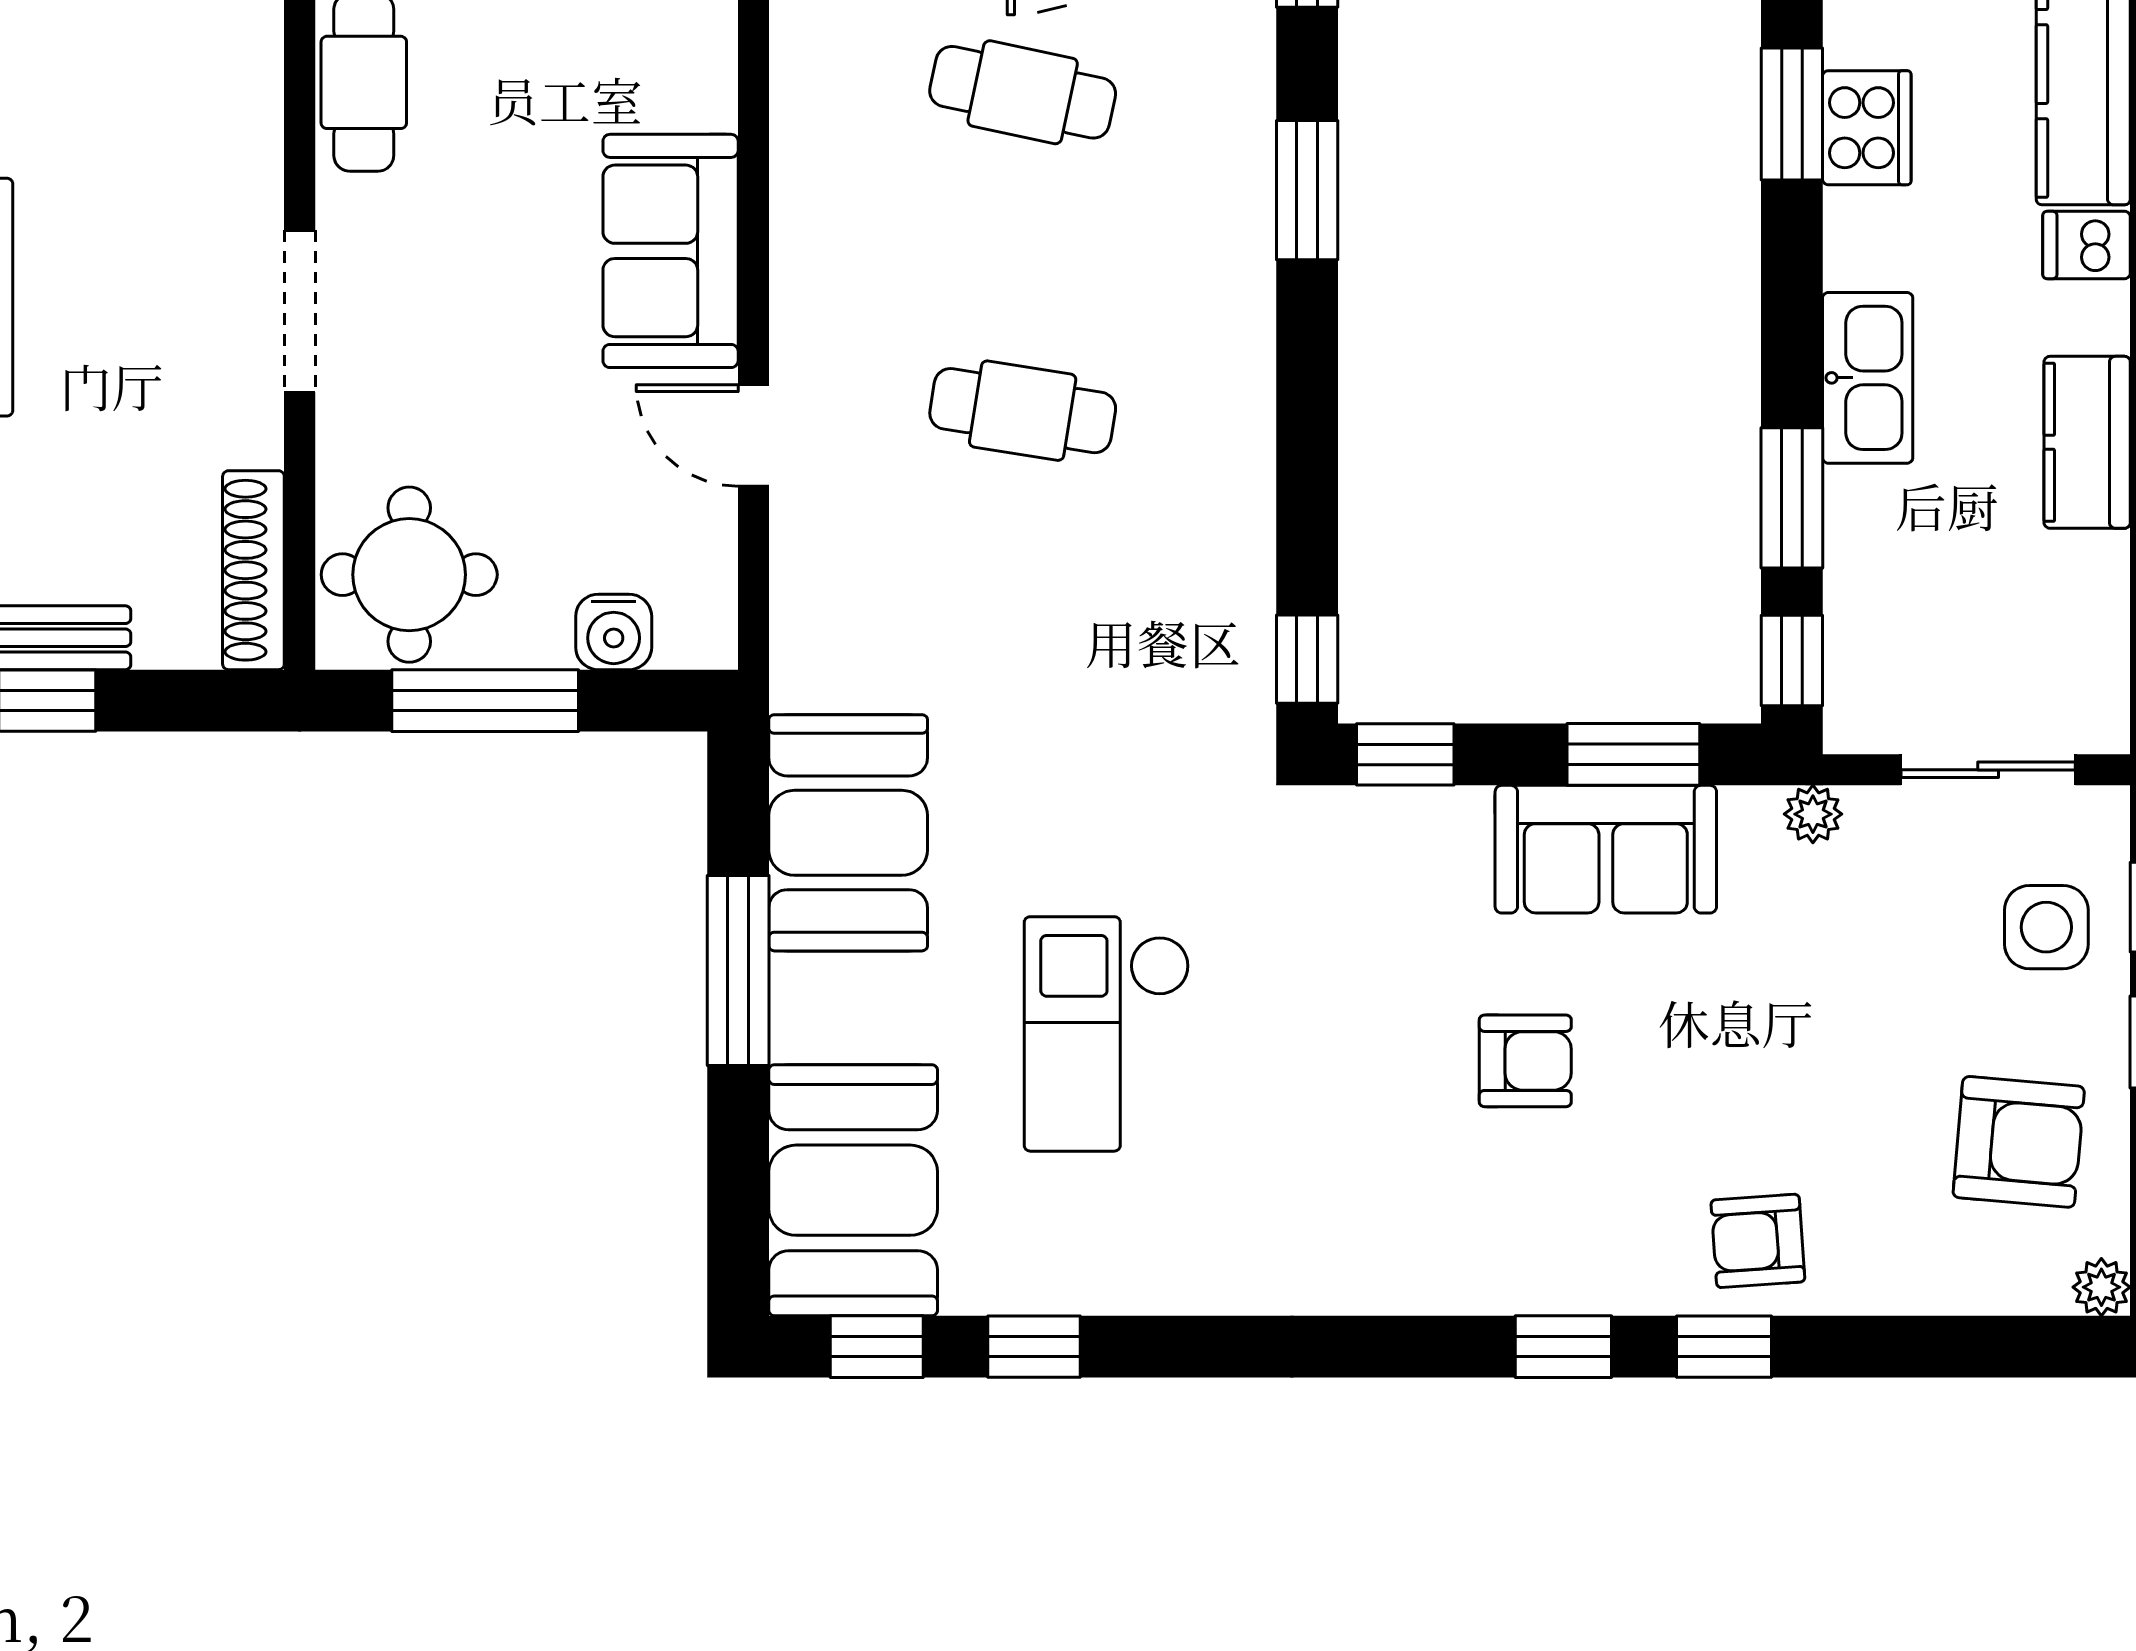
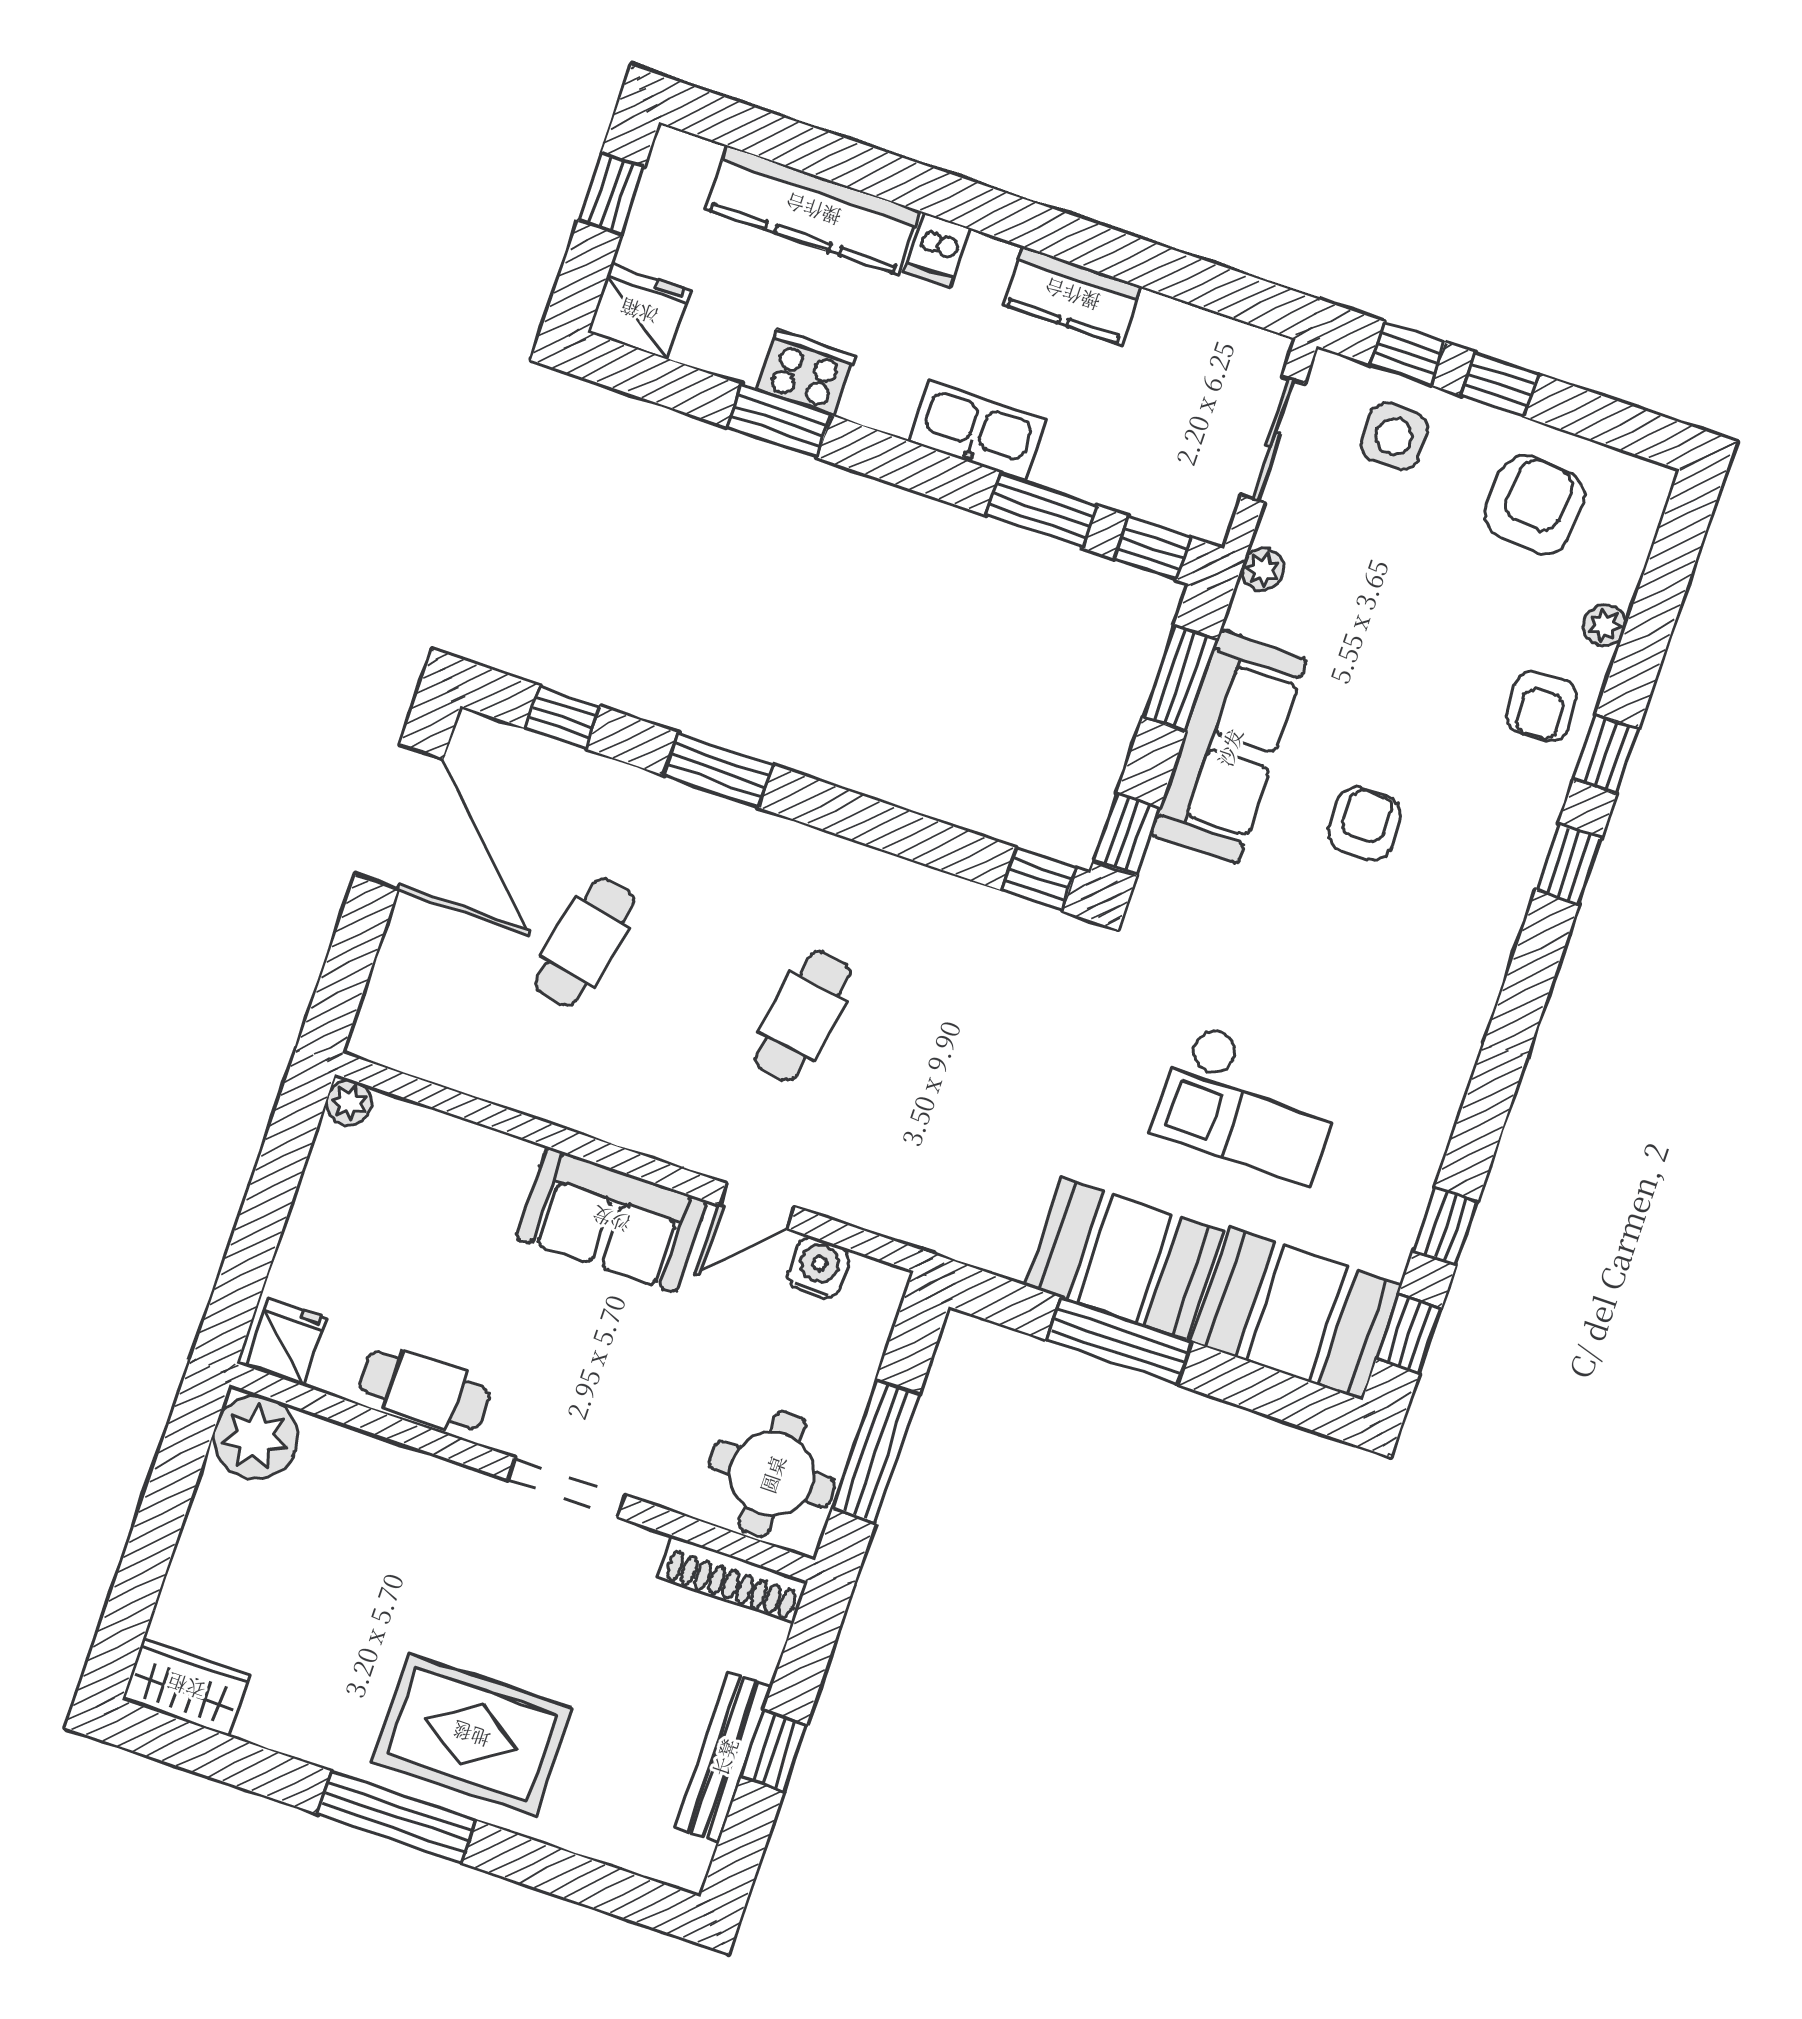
water cooler: (614, 632) -> (818, 1268), moved, turned -90
booth: (848, 833) -> (1124, 1259), moved
sofa: (1606, 849) -> (1229, 747), width x1.36
plant: (2101, 1287) -> (1605, 625), moved

